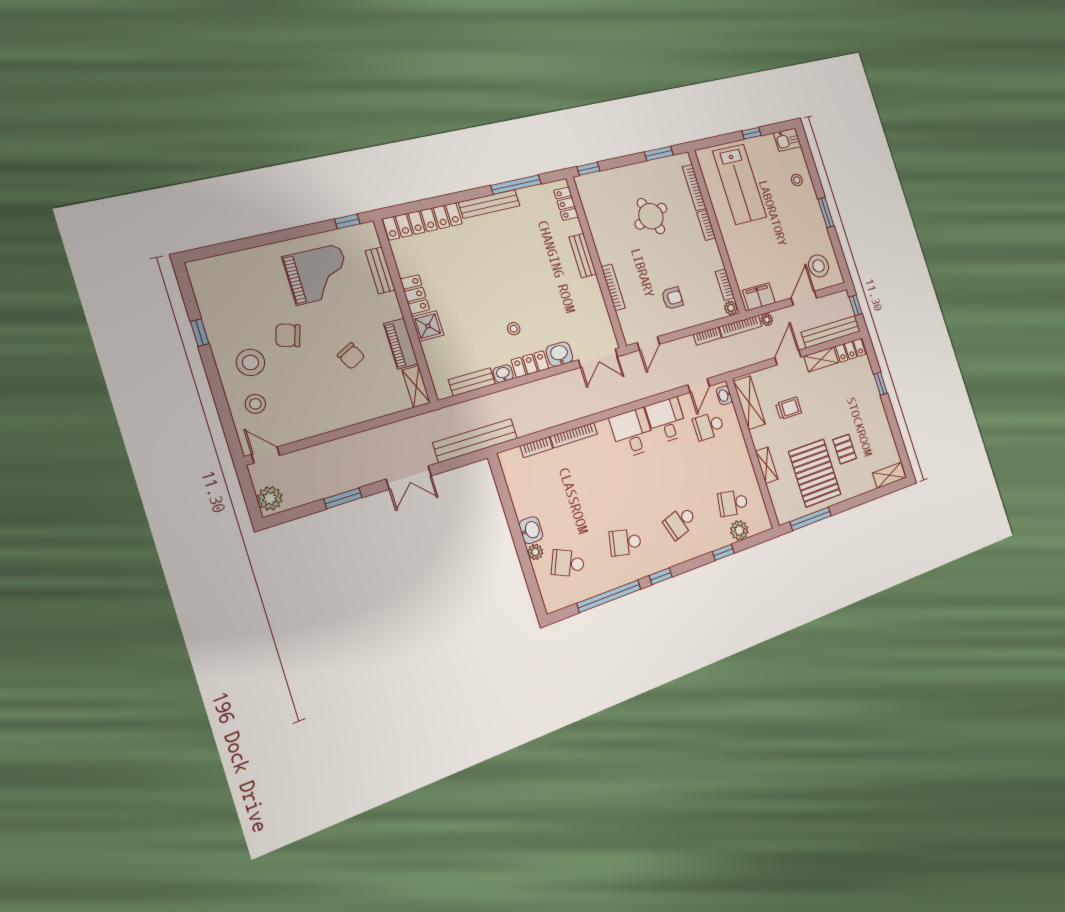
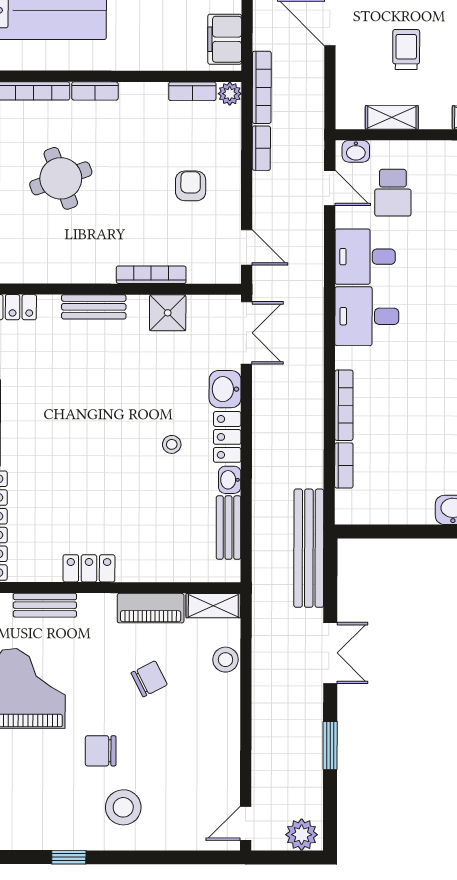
plant: (767, 320) -> (263, 38), removed
shower: (428, 326) -> (168, 313), moved
chair: (288, 335) -> (101, 751), turned 73
shelving: (749, 403) -> (392, 117), width x0.67, depth x0.75
stool: (255, 404) -> (225, 660), moved

